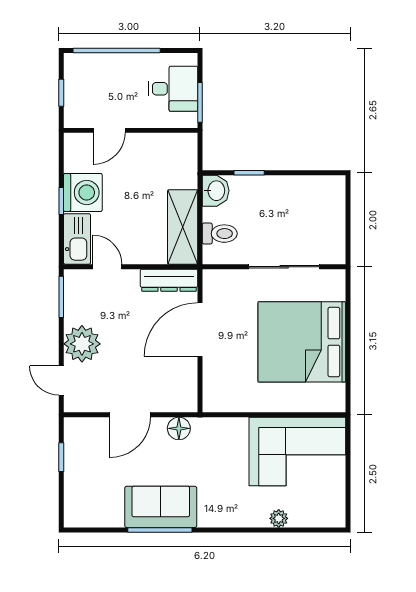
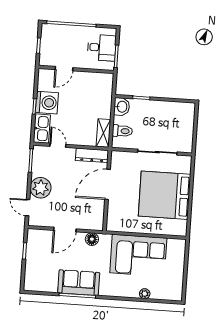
shelving: (183, 227) -> (103, 133), width x0.67, depth x0.75
corner sofa: (297, 452) -> (138, 255), moved

